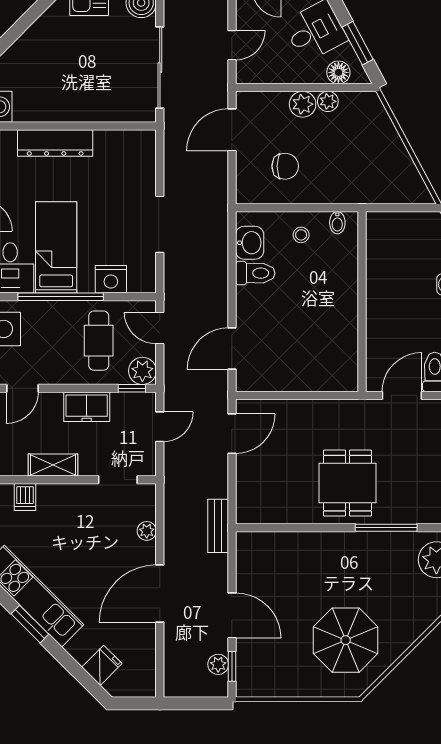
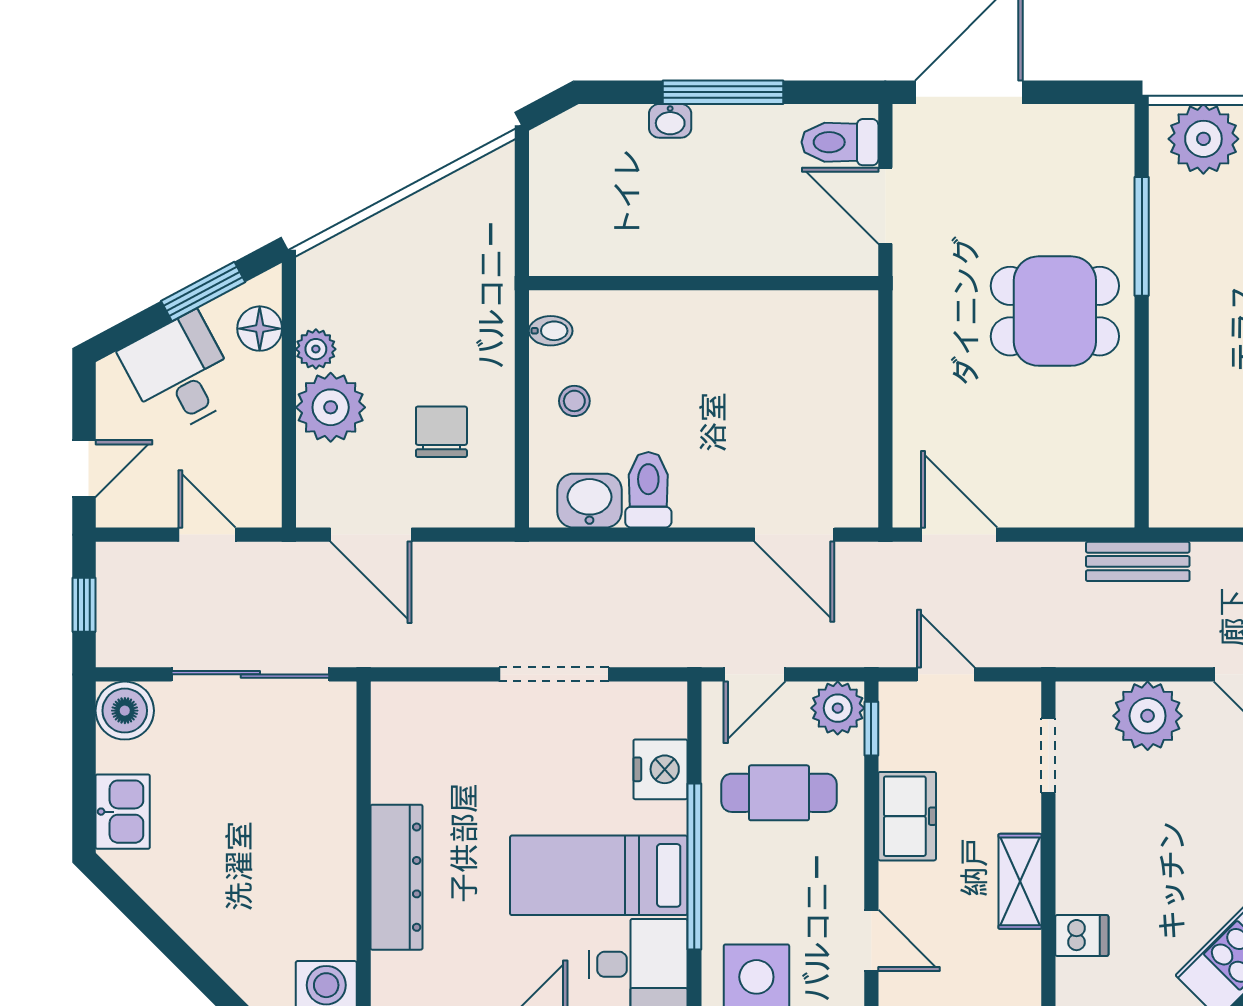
plant: (303, 104) -> (331, 407), width x1.36, depth x1.36
plant: (147, 531) -> (1148, 716), width x1.87, depth x1.87

